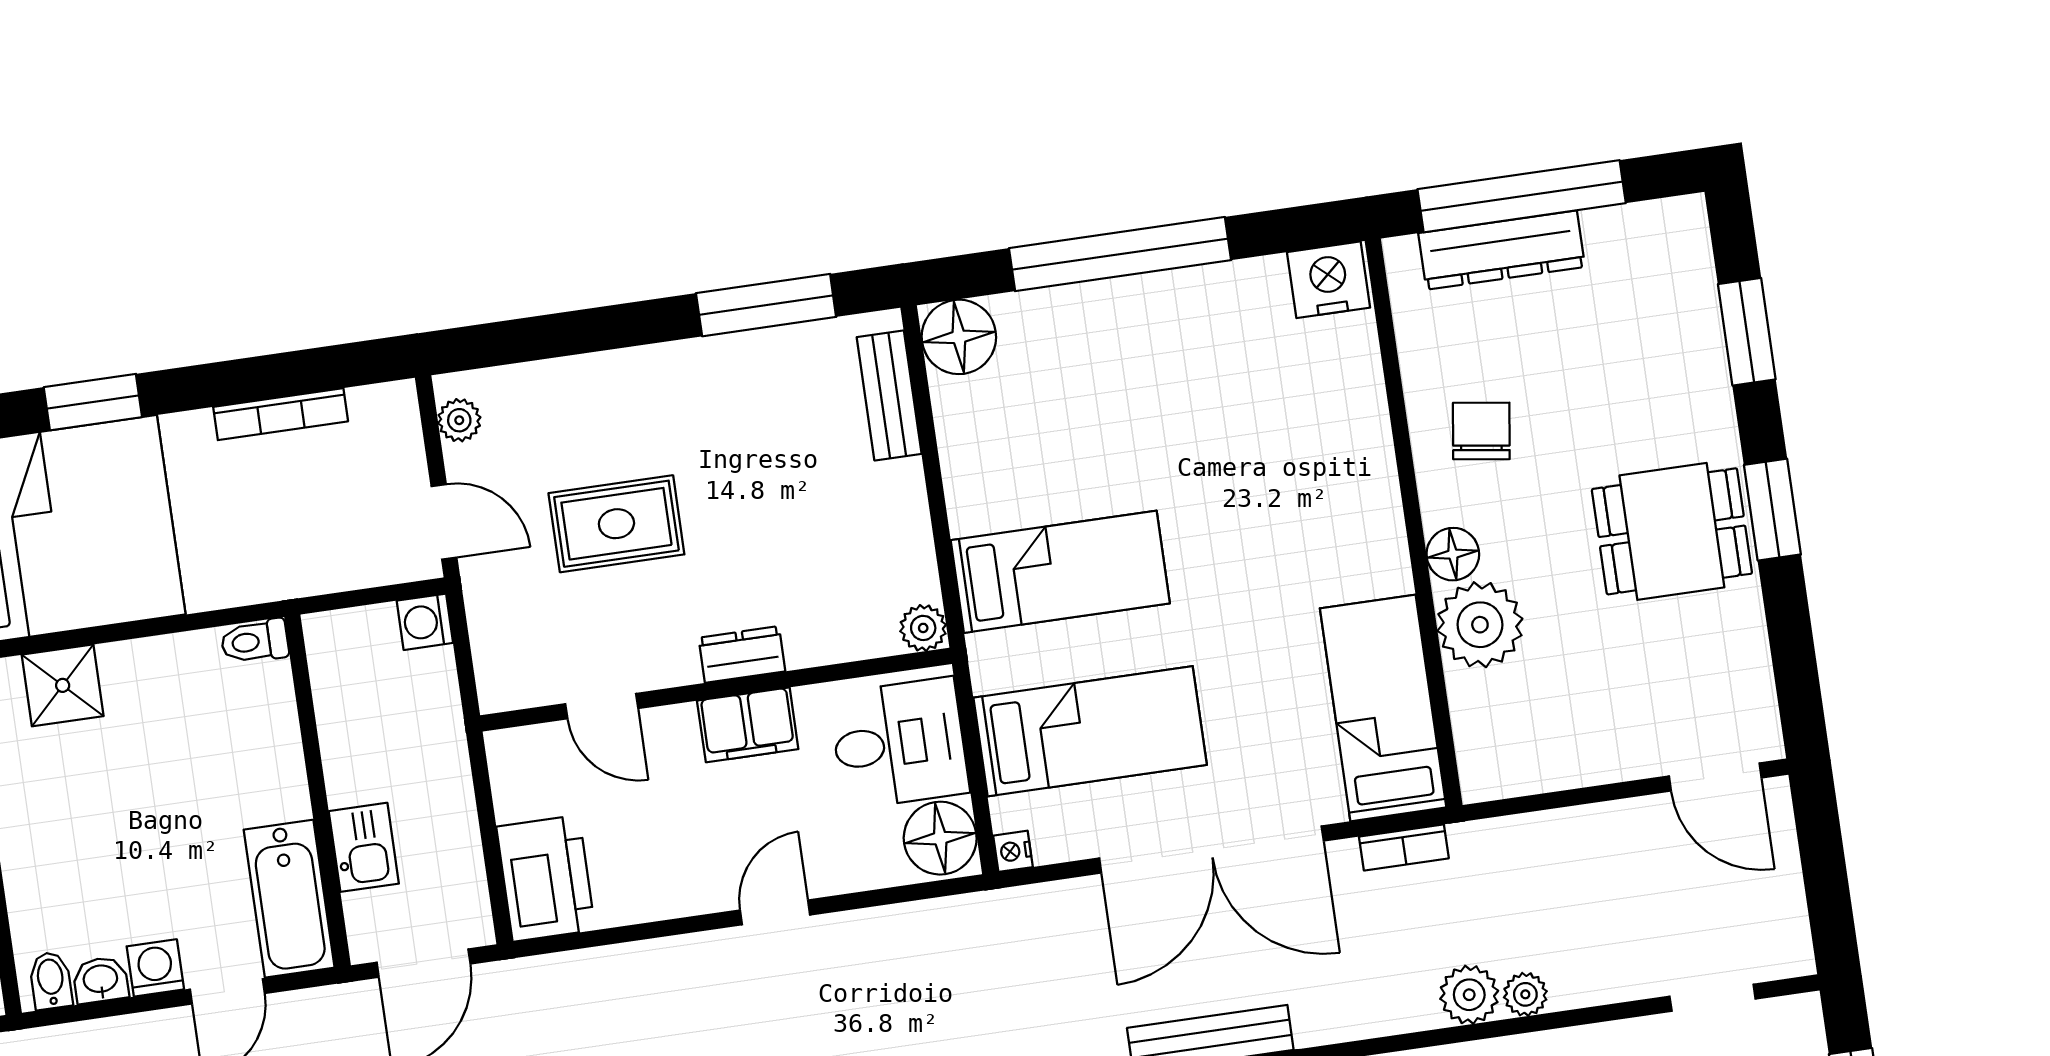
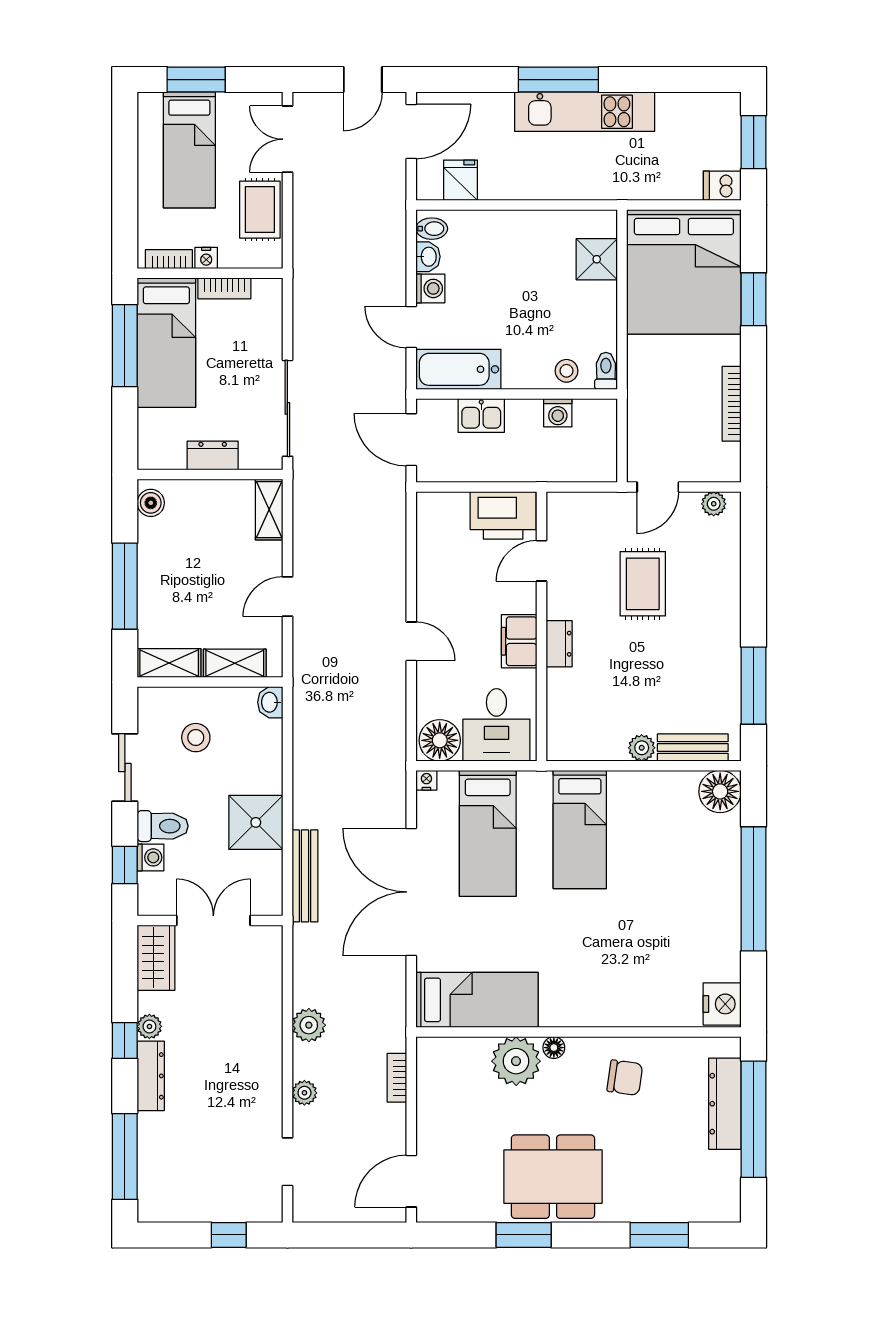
window: (1772, 510) -> (524, 1235), moved
dining table: (1672, 531) -> (553, 1177), width x1.38
floor lamp: (1453, 554) -> (554, 1048), width x0.73, depth x0.73
washing machine: (425, 622) -> (558, 413), moved, turned 180
plant: (923, 628) -> (642, 748), moved
stool: (265, 710) -> (566, 371), added
bookcase: (1404, 847) -> (397, 1078), moved
printer: (546, 878) -> (503, 515), moved
plant: (1525, 994) -> (304, 1093), moved

